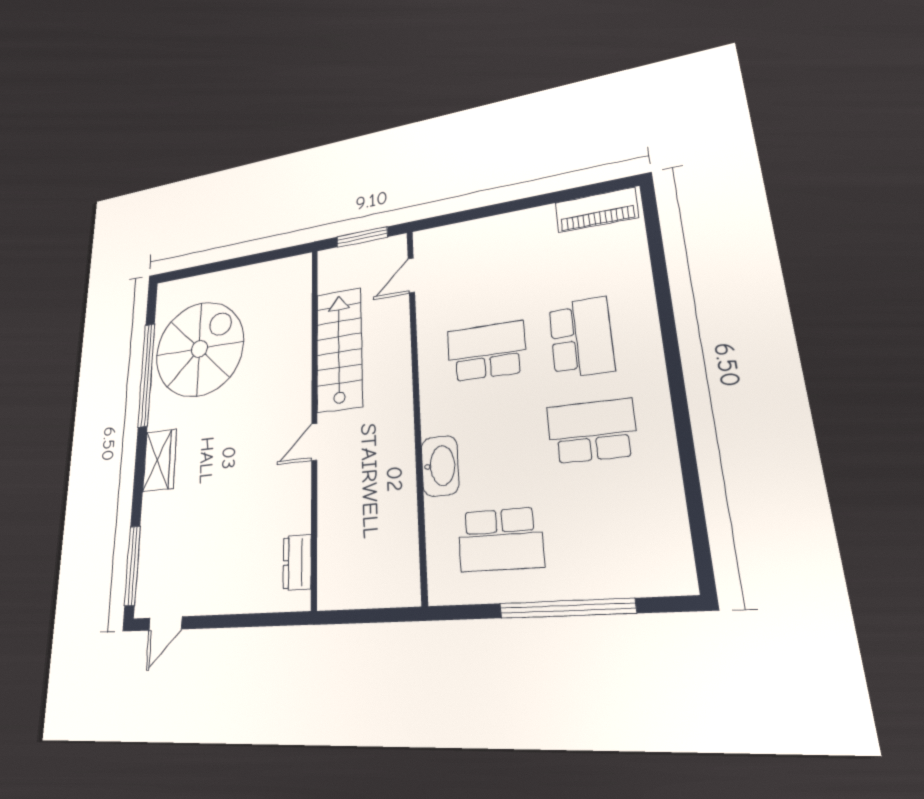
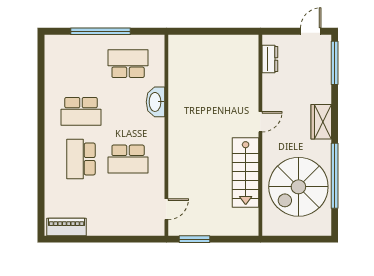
stairs: (339, 349) -> (246, 173), moved
wall: (314, 418) -> (260, 135), moved
door: (314, 442) -> (260, 122), moved
dresser: (297, 562) -> (270, 59), moved

